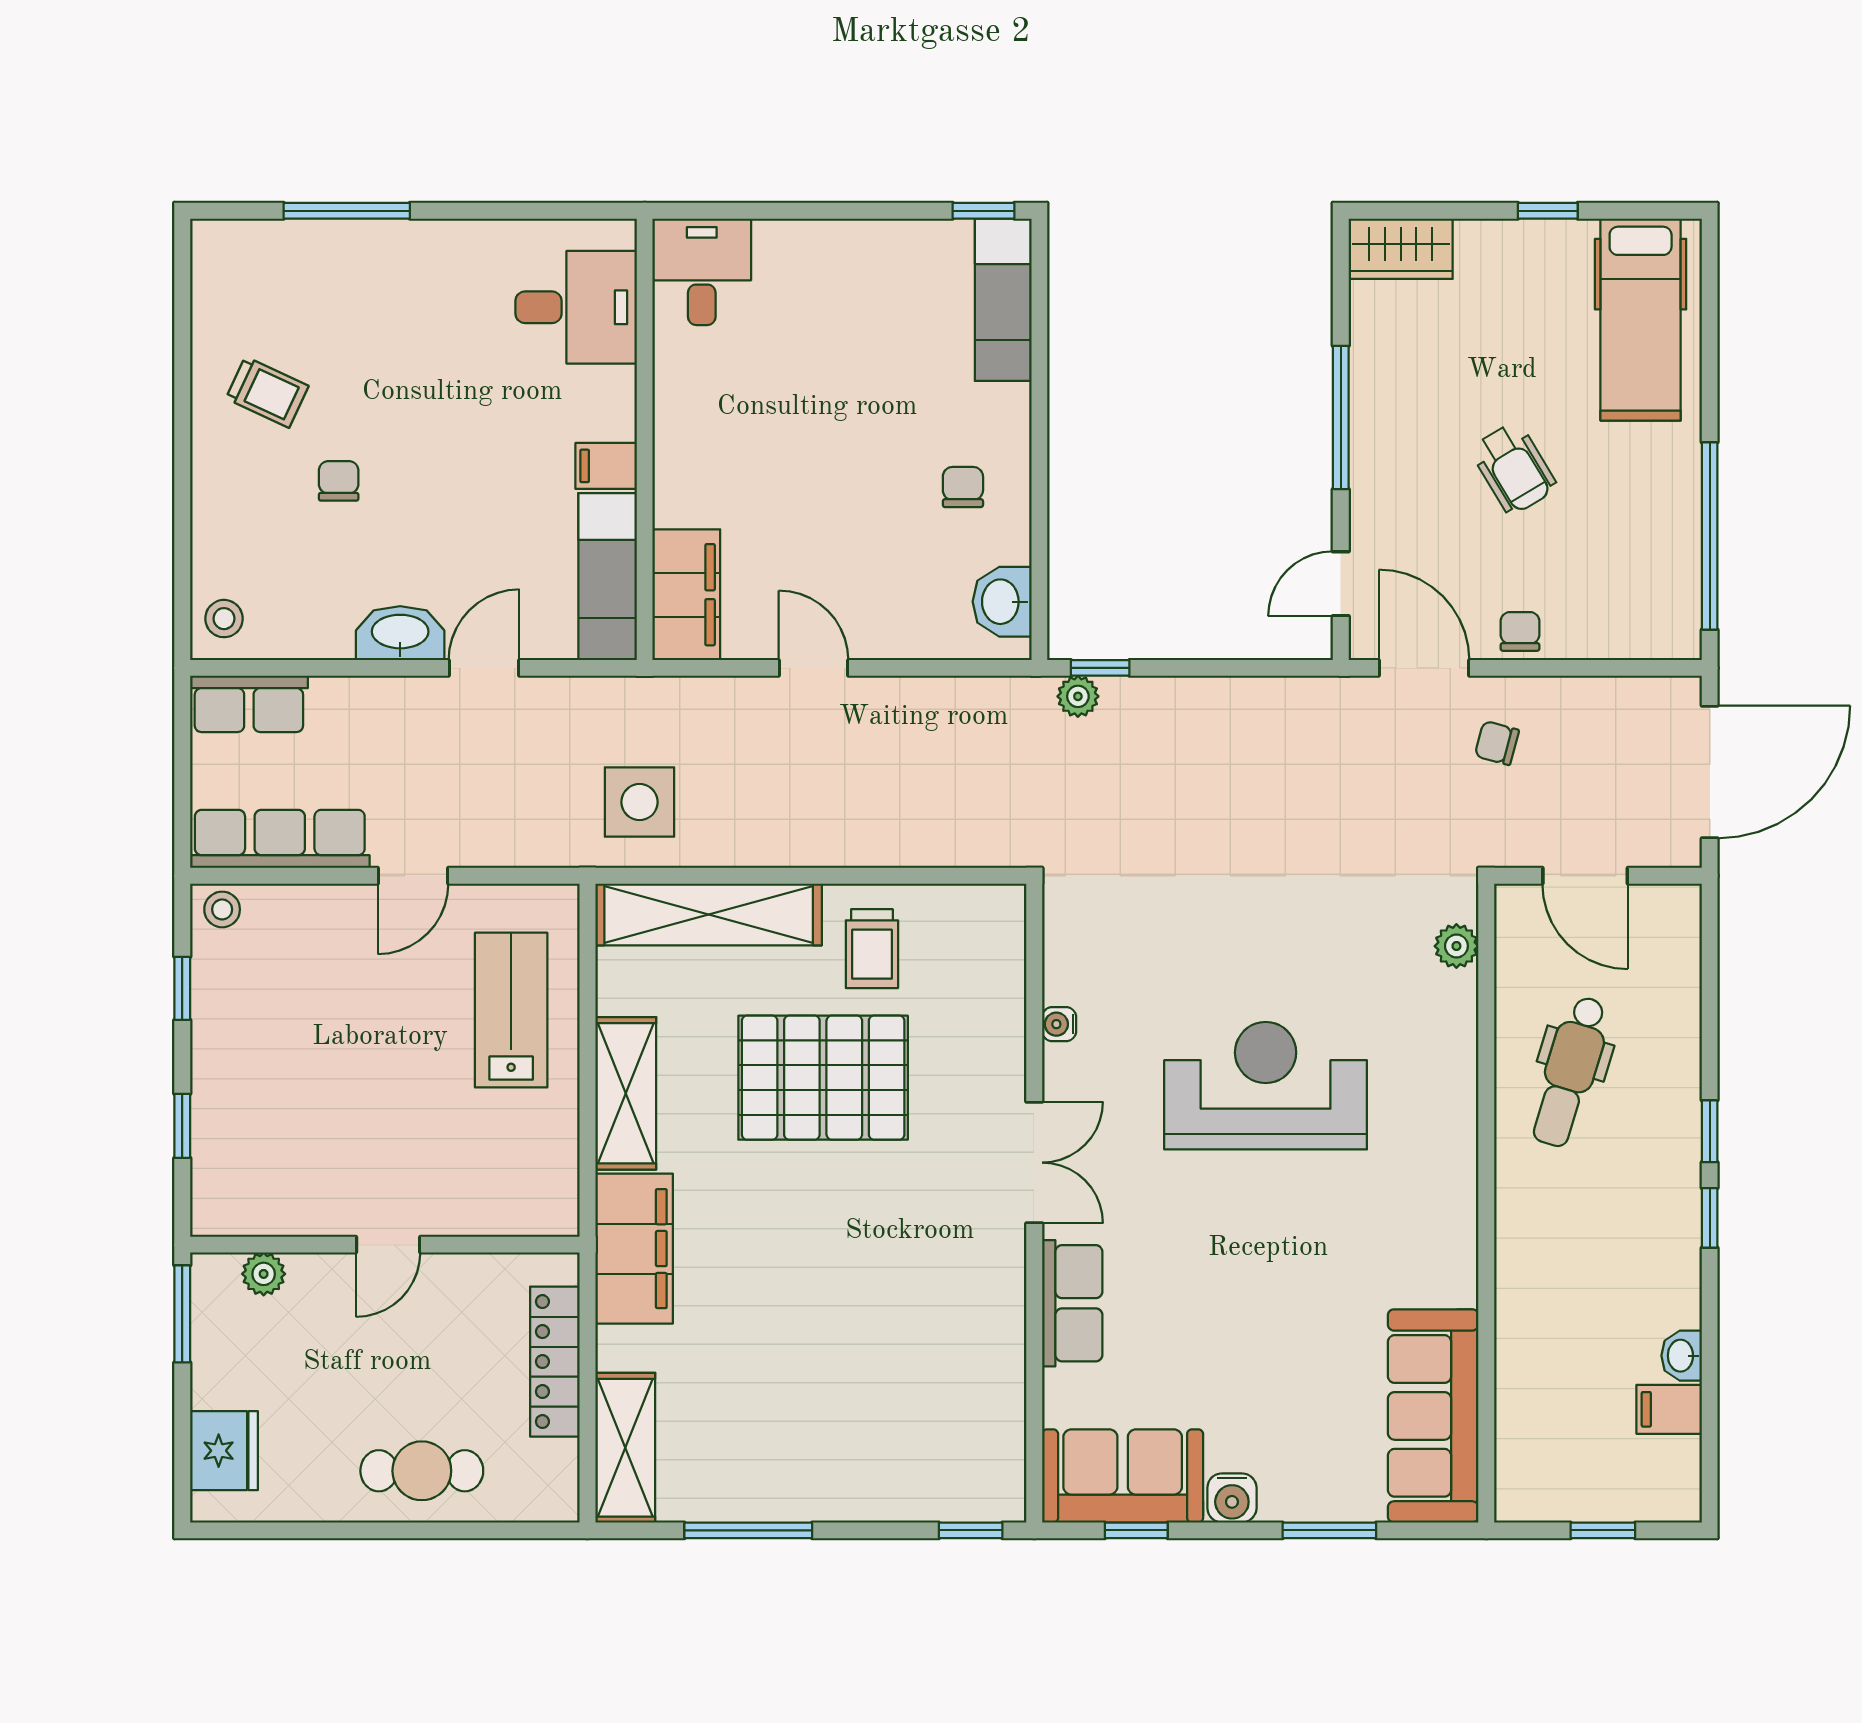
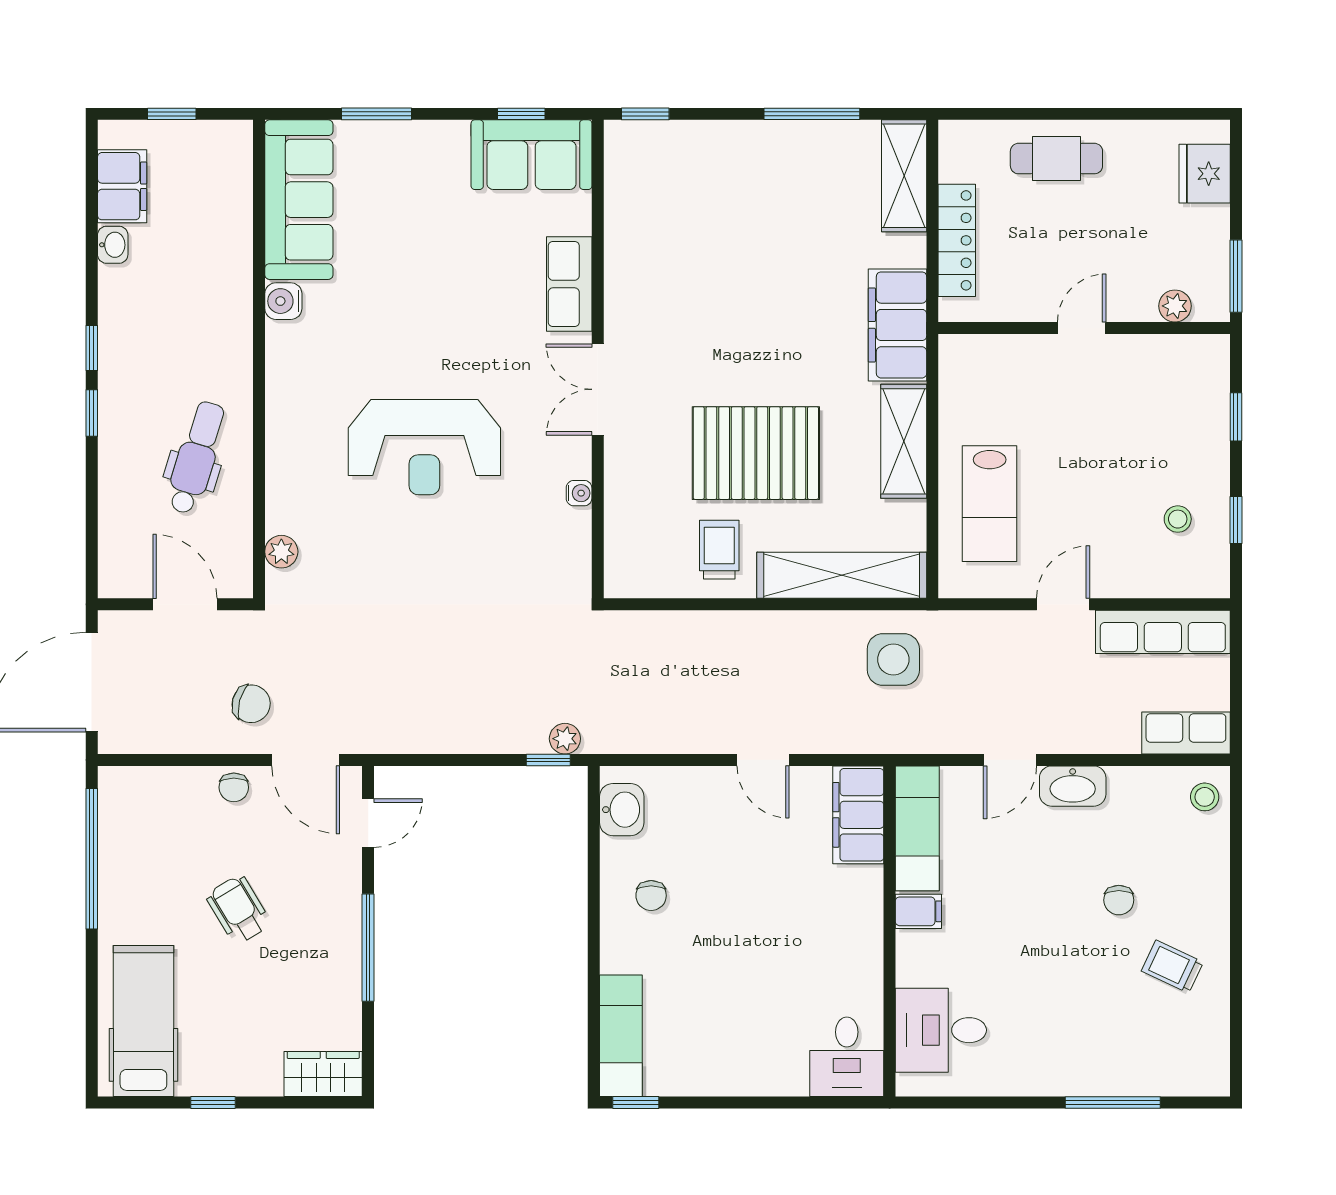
chair: (1497, 743) -> (251, 704), width x1.37, depth x1.37
stool: (222, 909) -> (1178, 519), moved
filing cabinet: (1669, 1409) -> (122, 186), width x2.00
water cooler: (1232, 1498) -> (283, 301), moved, turned -90

